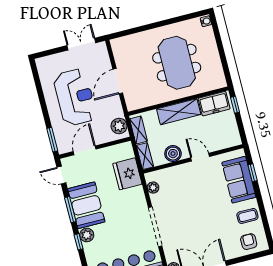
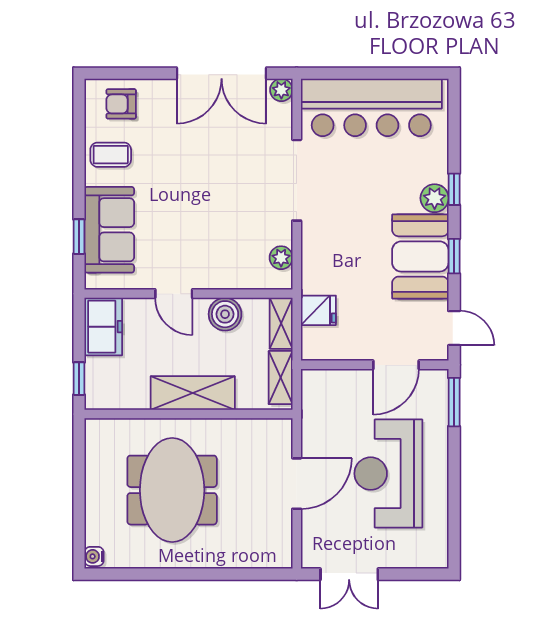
freezer: (214, 104) -> (103, 327), moved, turned 90
plant: (119, 126) -> (317, 395), removed
fridge: (127, 174) -> (318, 310), width x0.53, depth x0.75
window: (70, 210) -> (454, 256), width x0.67
armchair: (249, 242) -> (121, 104), turned 90

